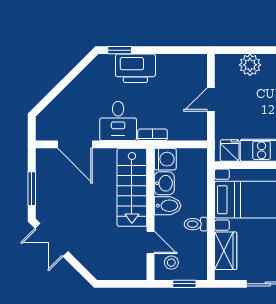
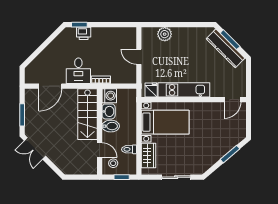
printer: (135, 68) -> (84, 33), width x0.53, depth x0.68
door: (211, 99) -> (139, 57), hinge flipped
door: (75, 144) -> (50, 86), hinge flipped
toilet: (196, 224) -> (129, 149), moved

